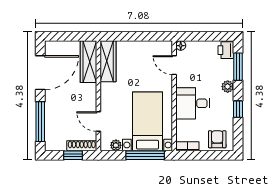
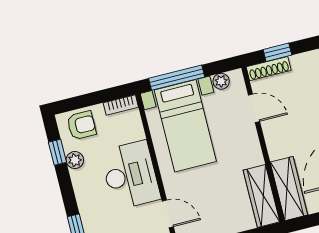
plant: (228, 87) -> (75, 160), moved
desk: (193, 103) -> (130, 175), width x1.37
window: (238, 109) -> (57, 152), moved
armchair: (217, 139) -> (82, 125), turned -90

